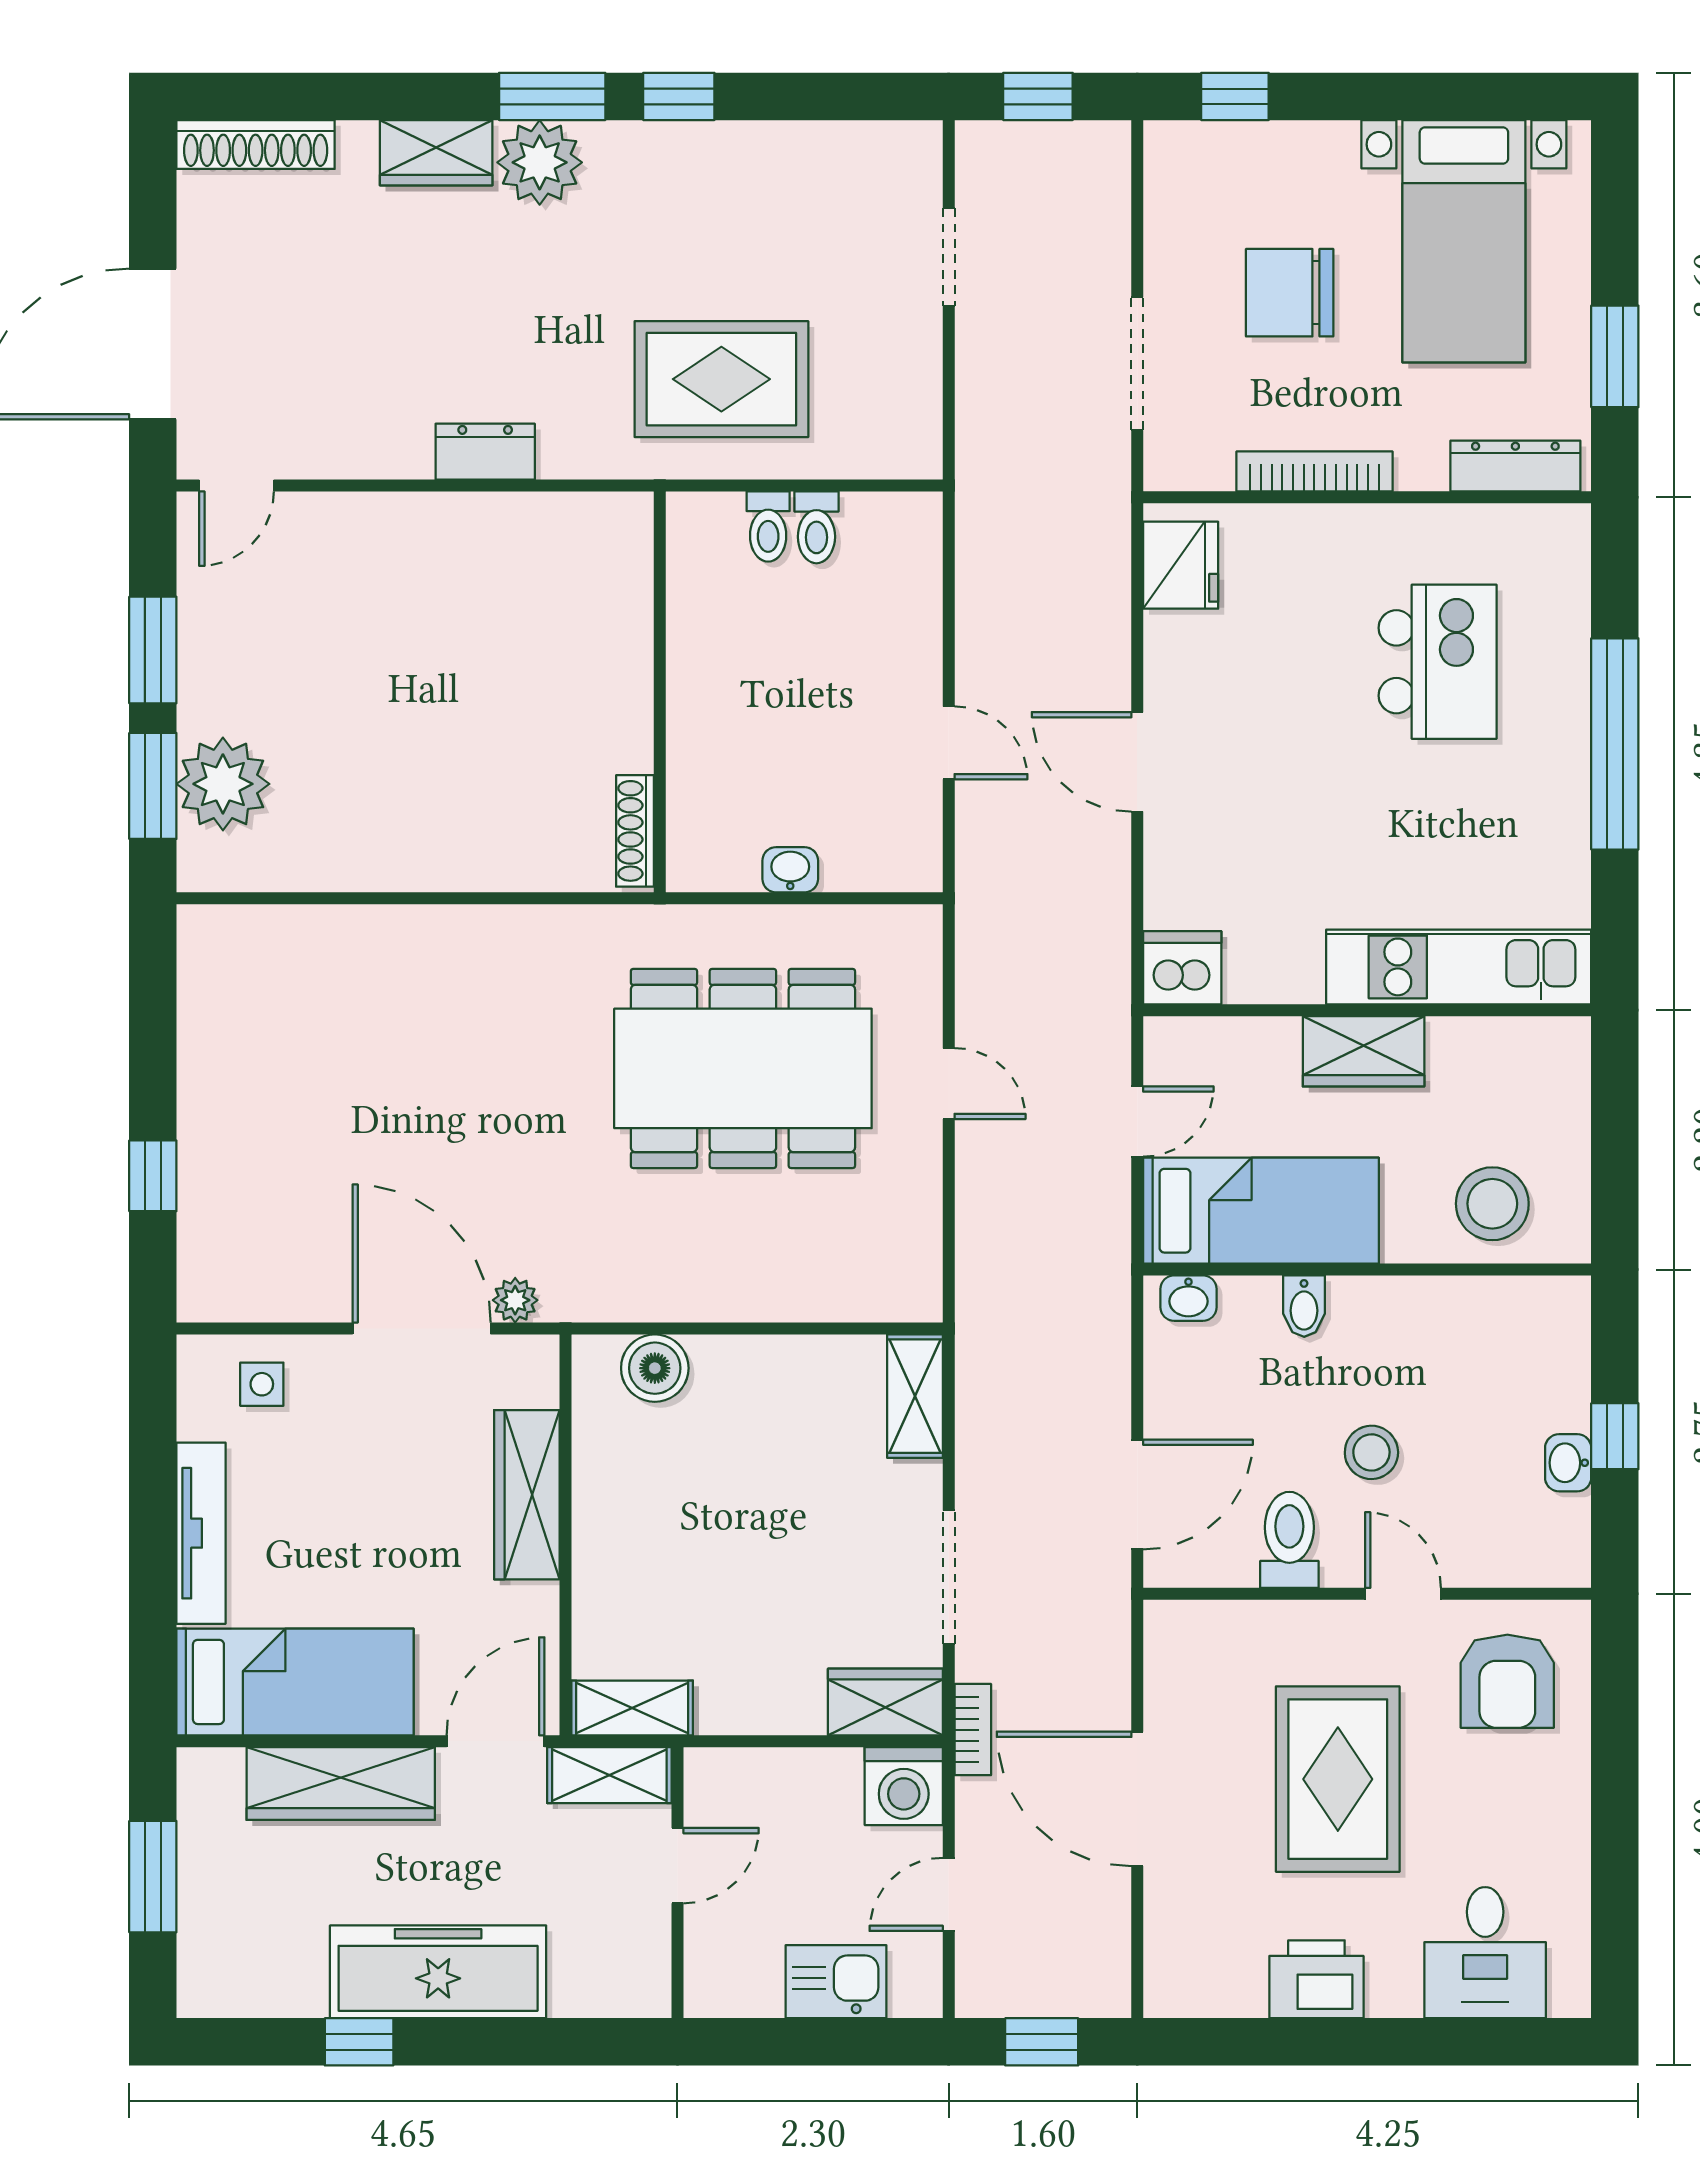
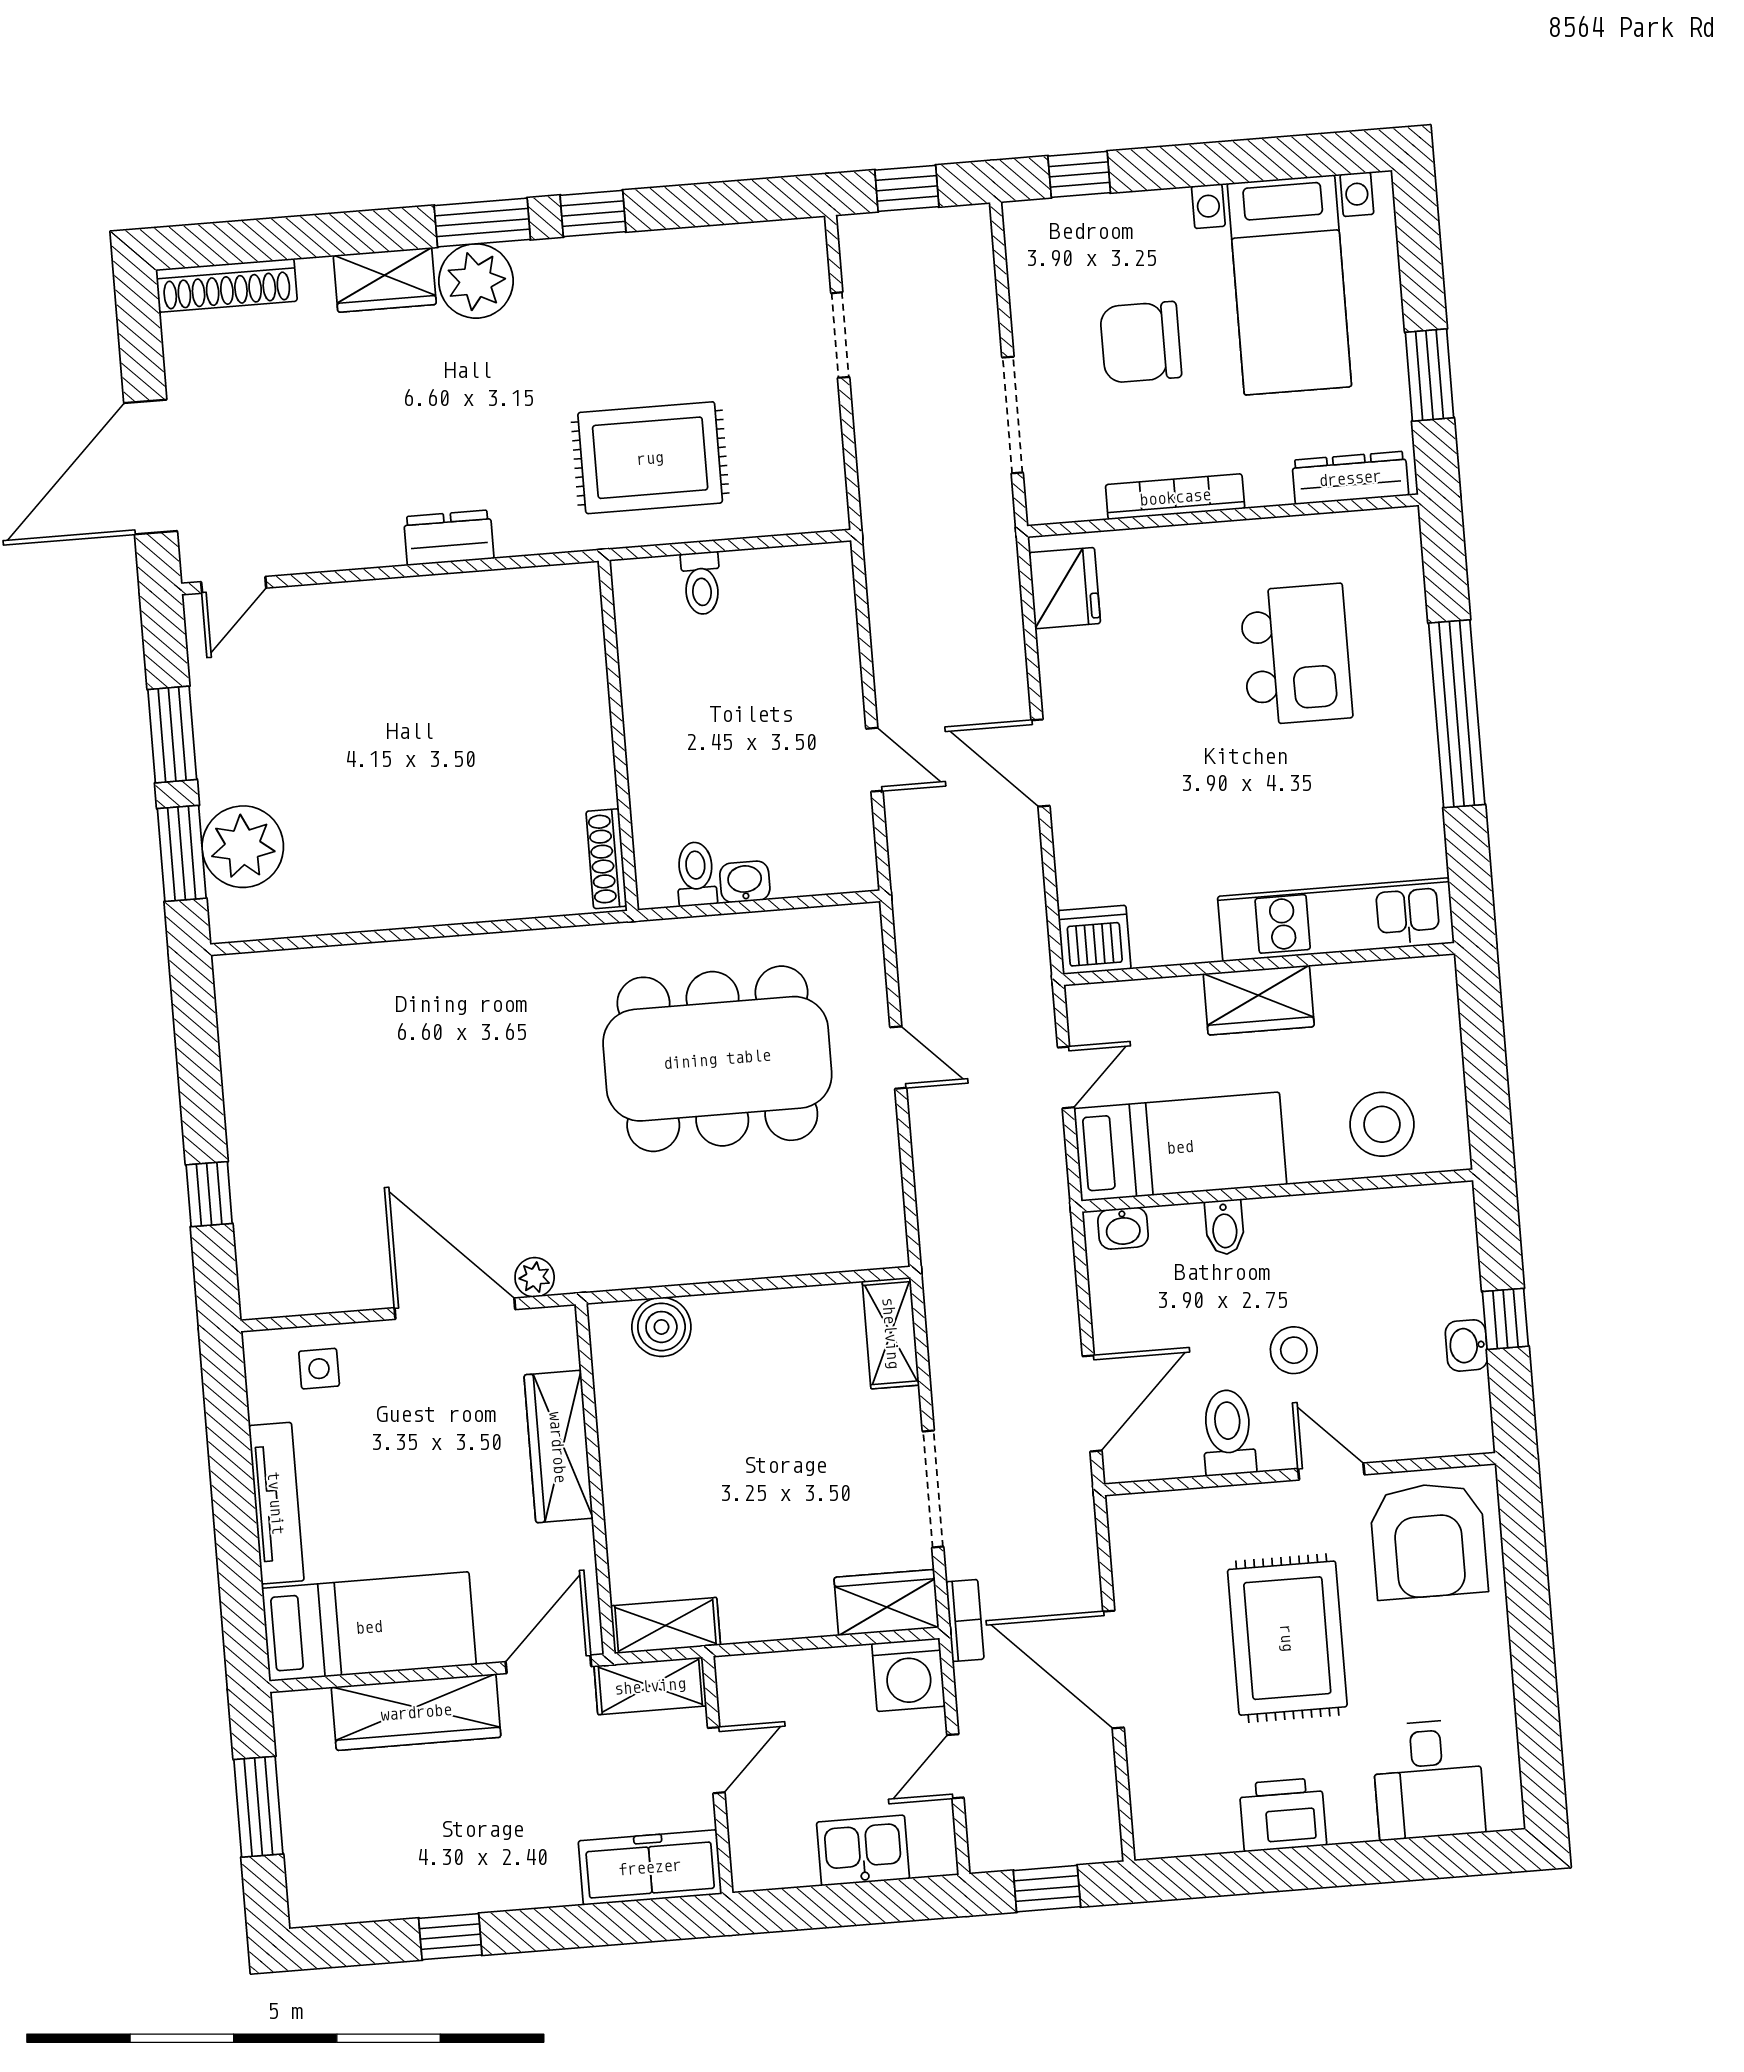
toilet: (816, 527) -> (696, 874), moved, turned 180
armchair: (1507, 1681) -> (1429, 1541), width x1.36, depth x1.36
freezer: (438, 1972) -> (650, 1867), moved, width x0.73, depth x0.79

